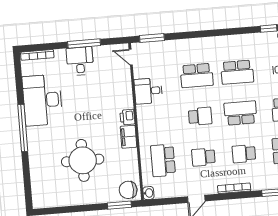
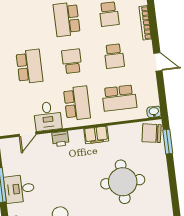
door: (131, 57) -> (28, 134), moved
school desk: (237, 72) -> (77, 103), moved
printer: (127, 117) -> (60, 139), moved
chair: (128, 190) -> (152, 133), turned 100

